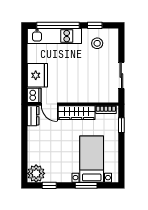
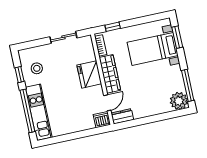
fridge: (37, 75) -> (89, 74), moved, turned -90
window: (49, 185) -> (188, 85), width x2.17
window: (86, 185) -> (177, 37), moved

